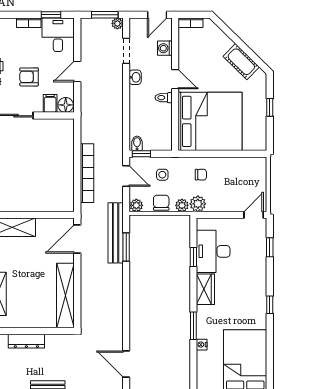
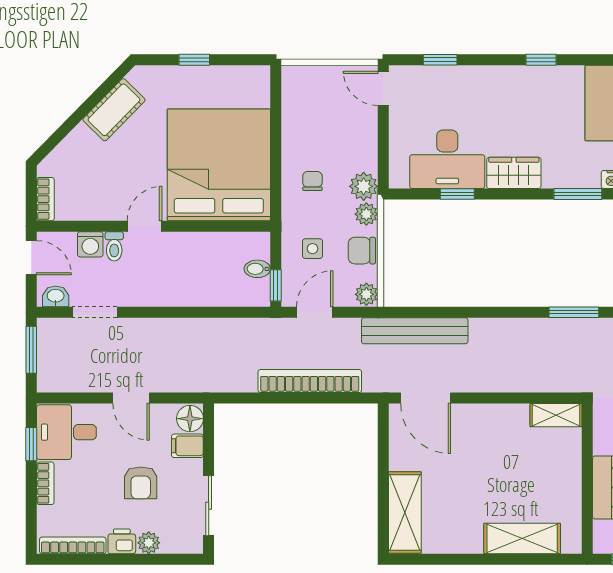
plant: (117, 23) -> (47, 328), removed
washbasin: (135, 77) -> (56, 296), moved
toilet: (164, 98) -> (114, 246), moved
bidet: (137, 143) -> (257, 269), moved
window: (126, 247) -> (574, 312), moved
shelving: (65, 296) -> (556, 415), width x0.45, depth x0.75

